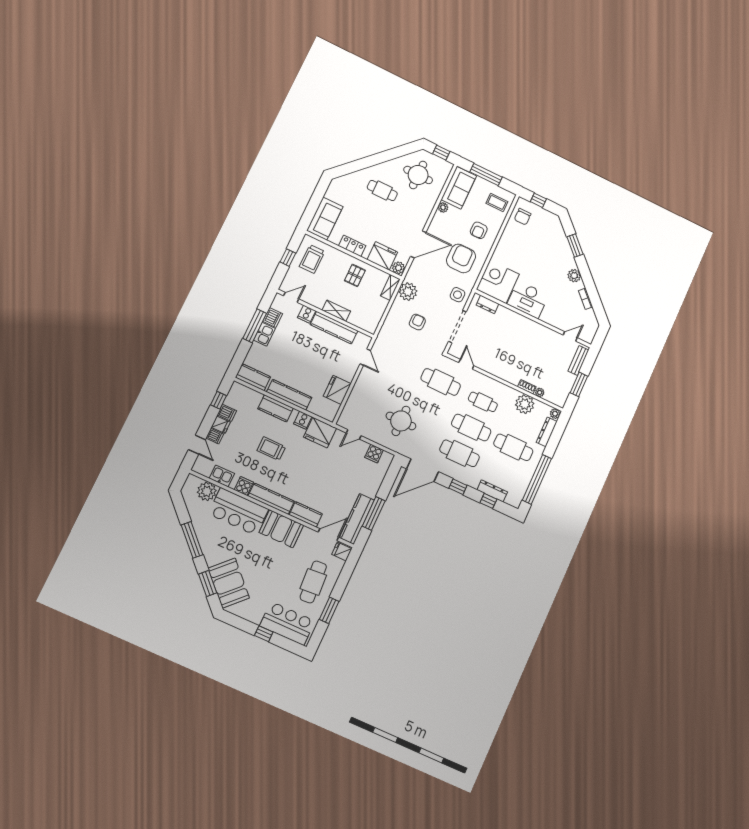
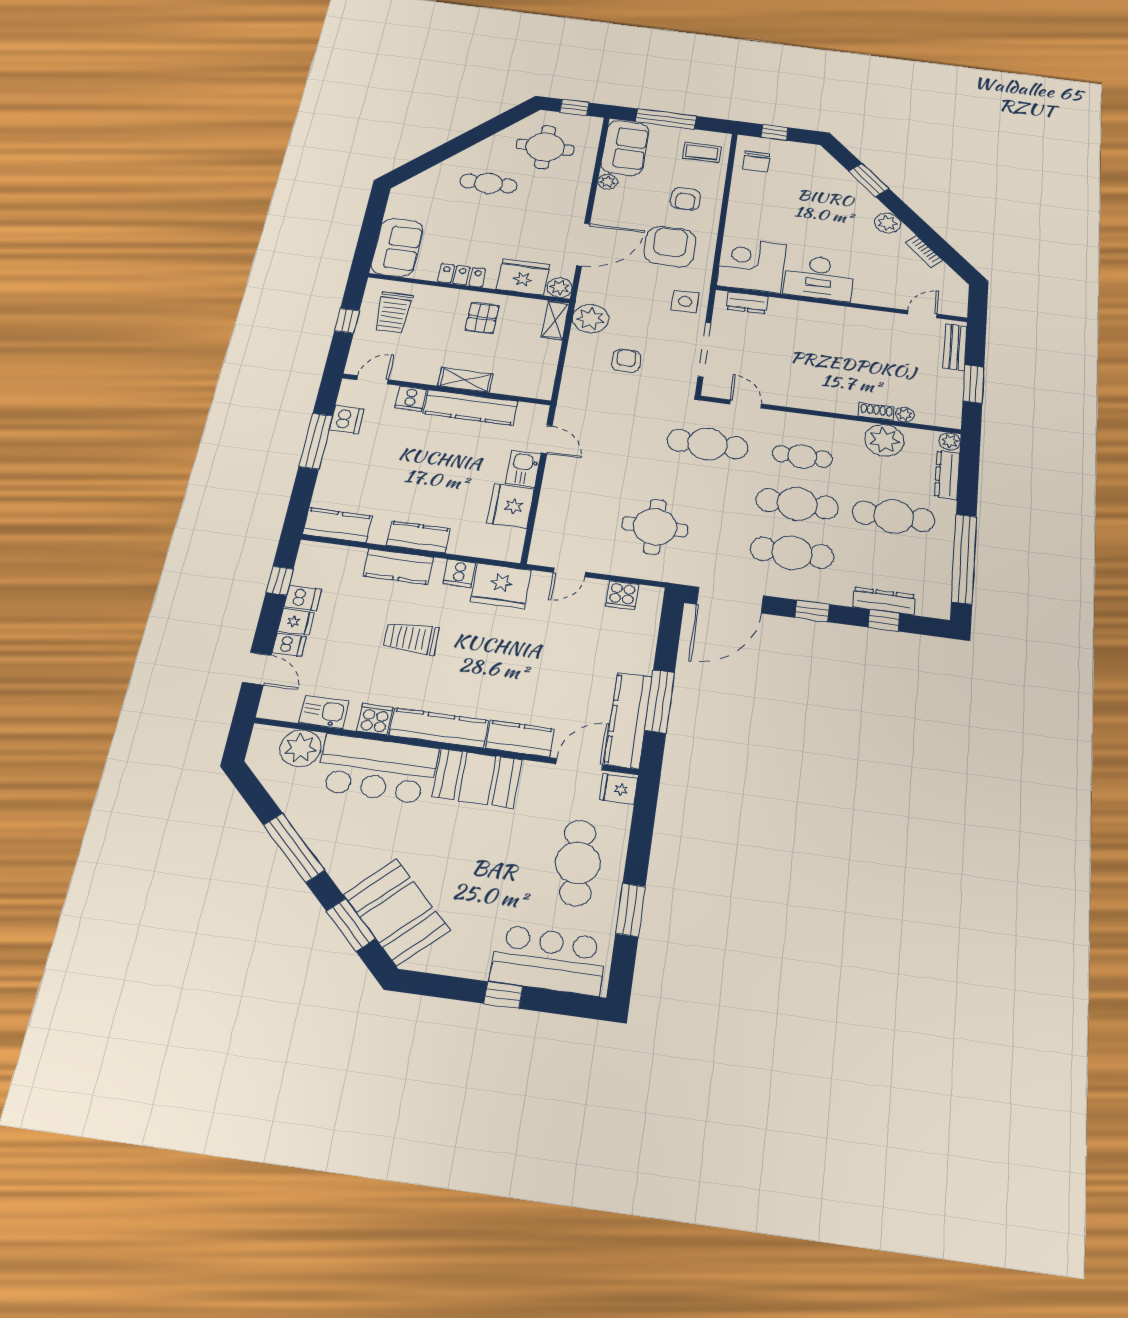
kitchen sink: (264, 334) -> (523, 469), moved, turned 180
kitchen counter: (289, 395) -> (418, 537), width x0.67

